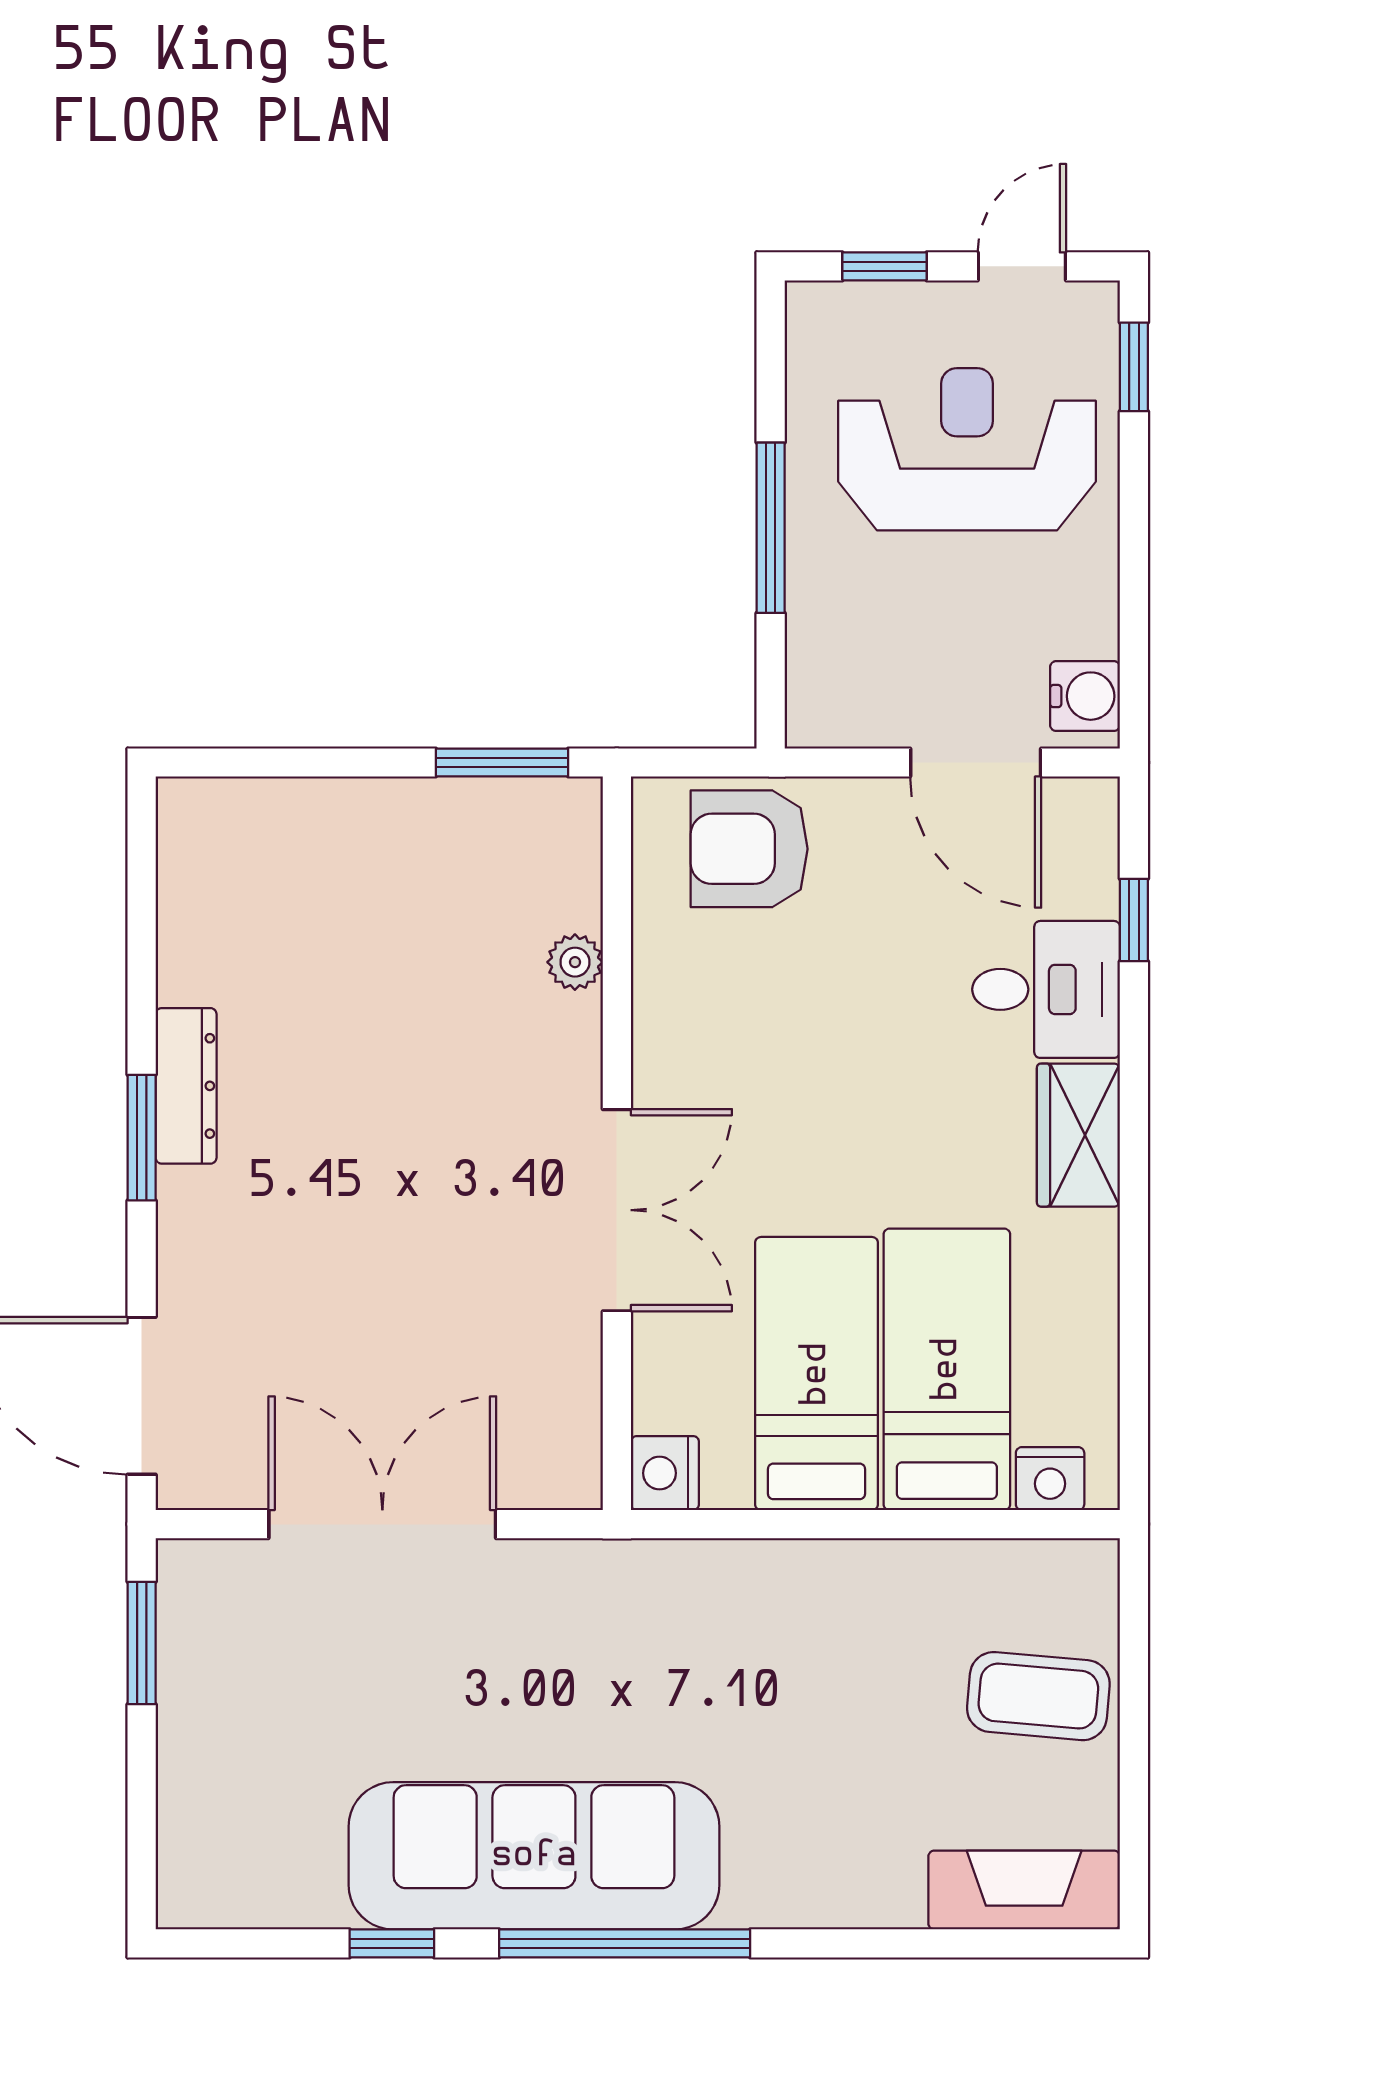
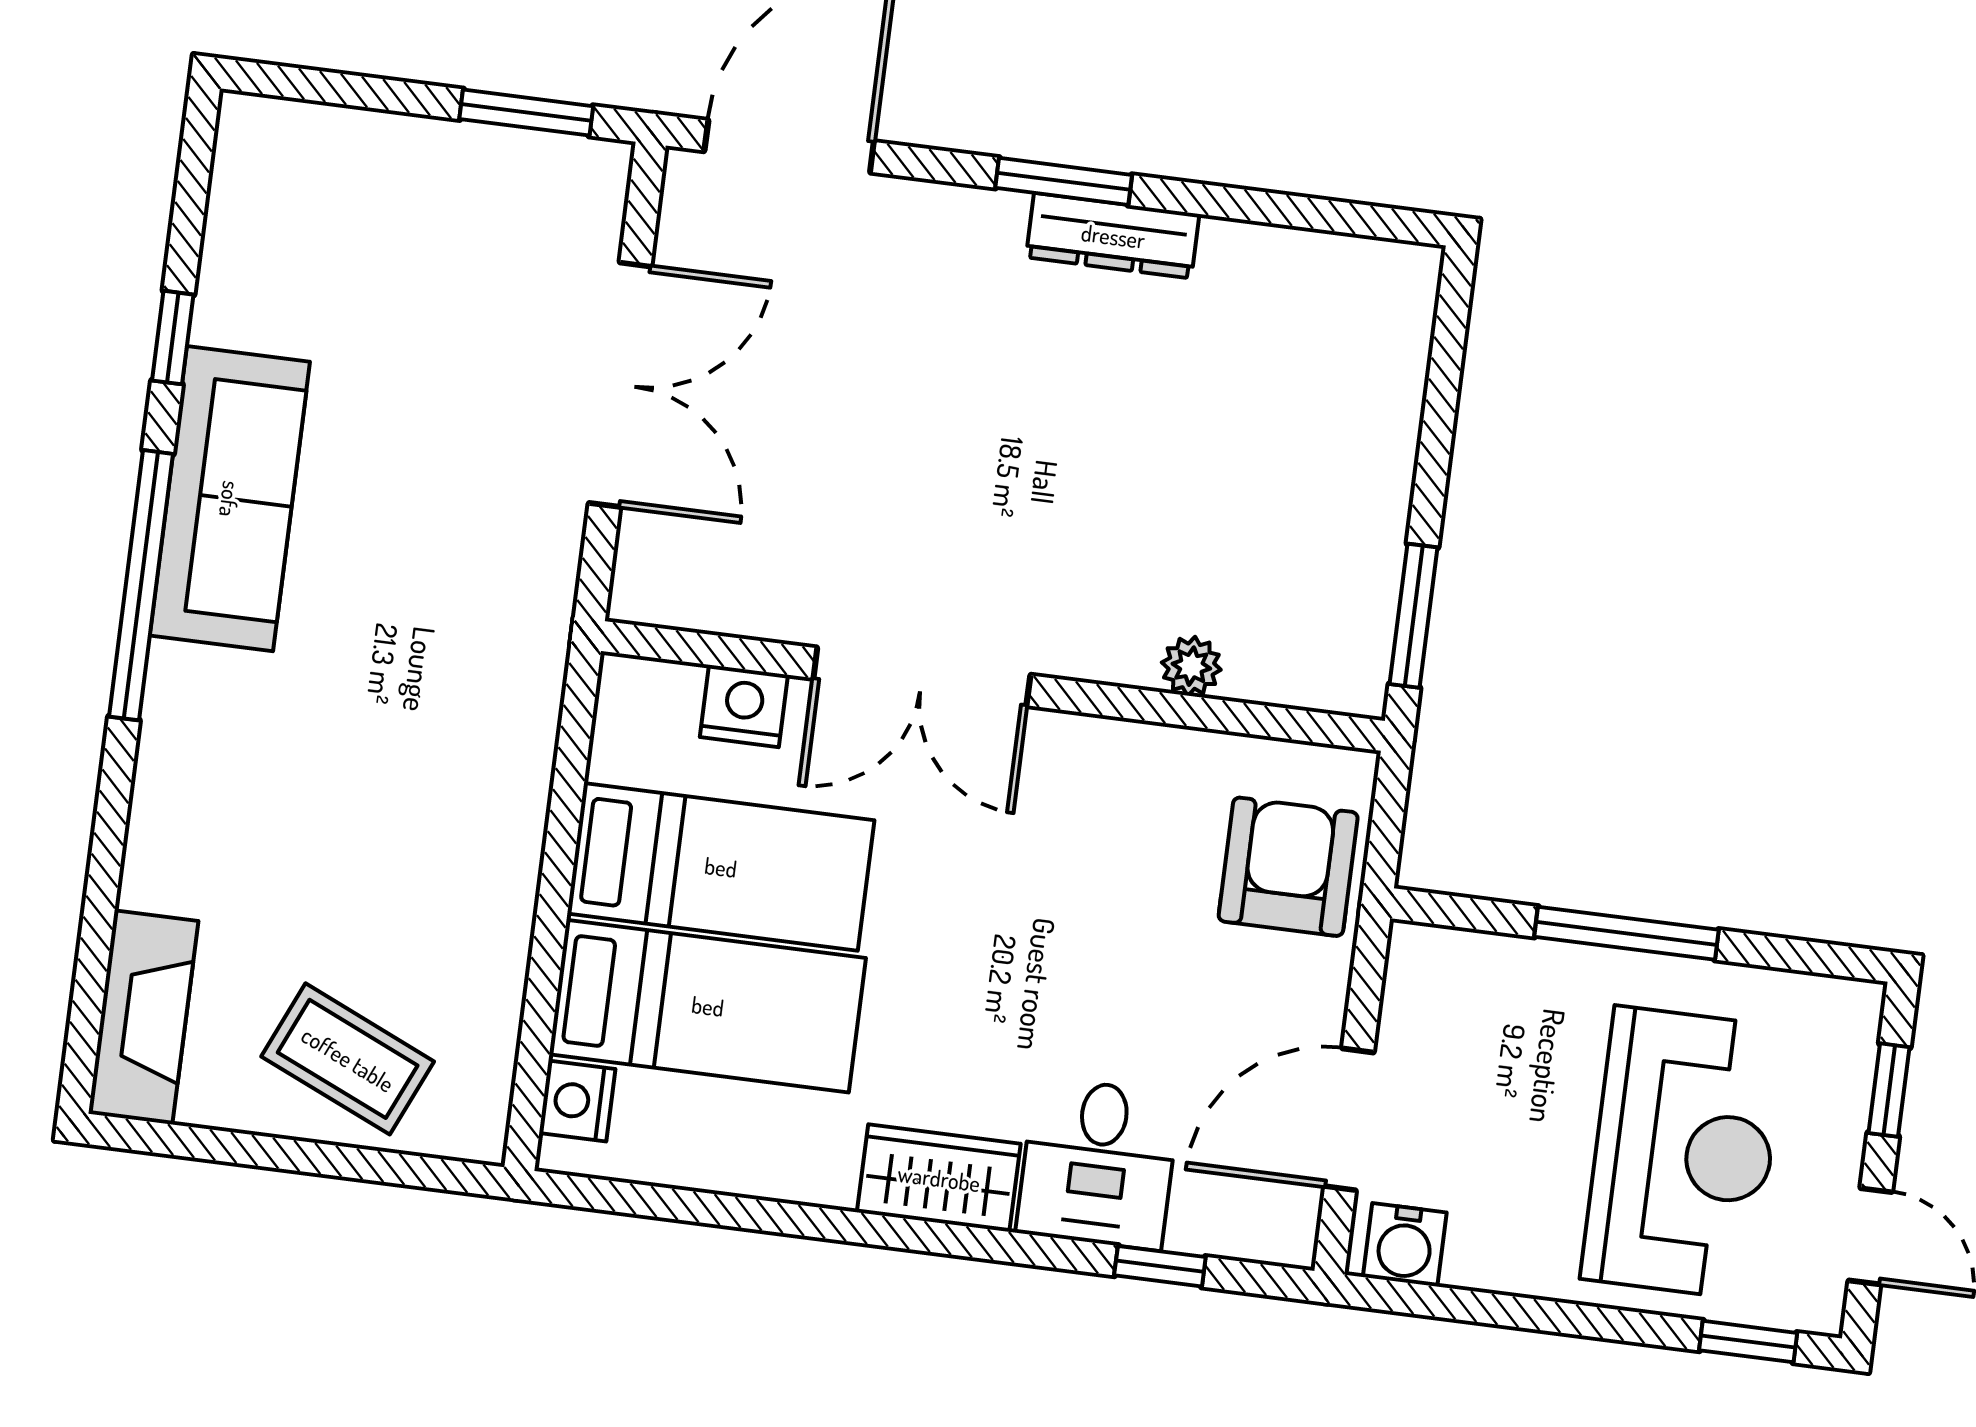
nightstand: (665, 1473) -> (744, 706), moved
coffee table: (1038, 1696) -> (348, 1059), turned -71
sofa: (534, 1856) -> (230, 499), width x0.74, depth x0.79

